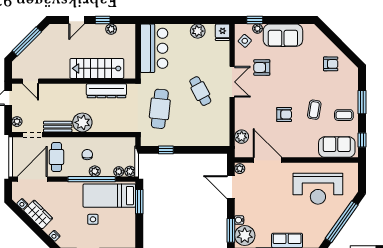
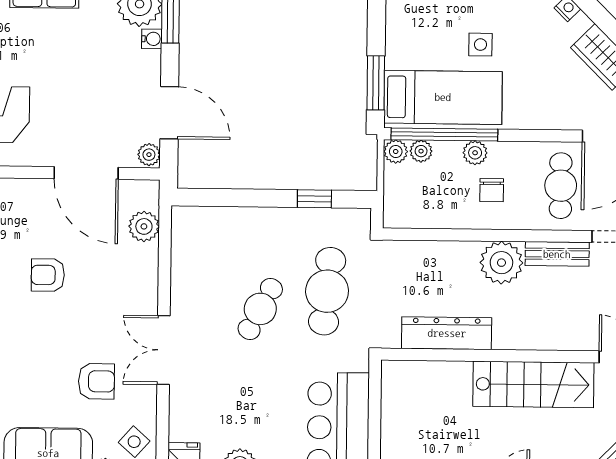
stairs: (97, 68) -> (533, 384), moved
cafe table: (200, 91) -> (260, 309), moved, turned 56
window: (92, 179) -> (444, 135), moved

